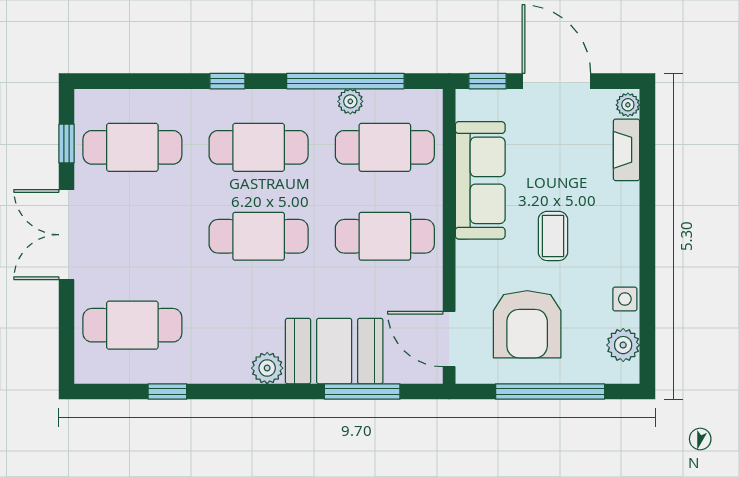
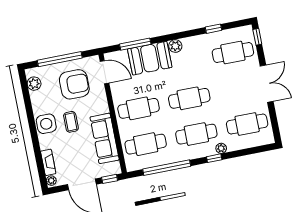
plant: (350, 101) -> (221, 148), moved
window: (67, 144) -> (257, 37), moved
side table: (625, 299) -> (46, 124), moved, width x1.87, depth x1.87
armchair: (527, 324) -> (74, 84), turned 90

